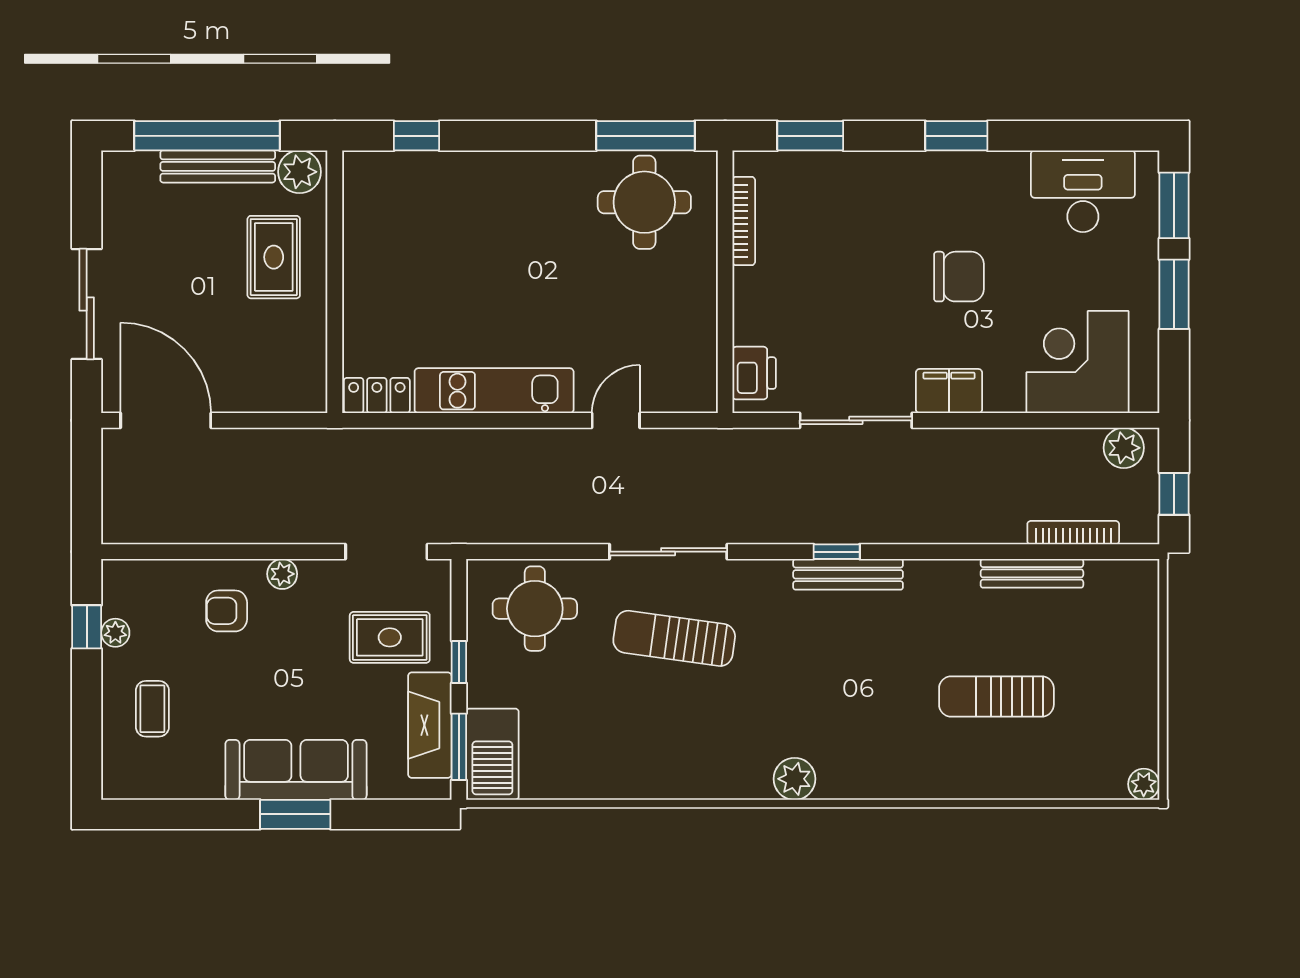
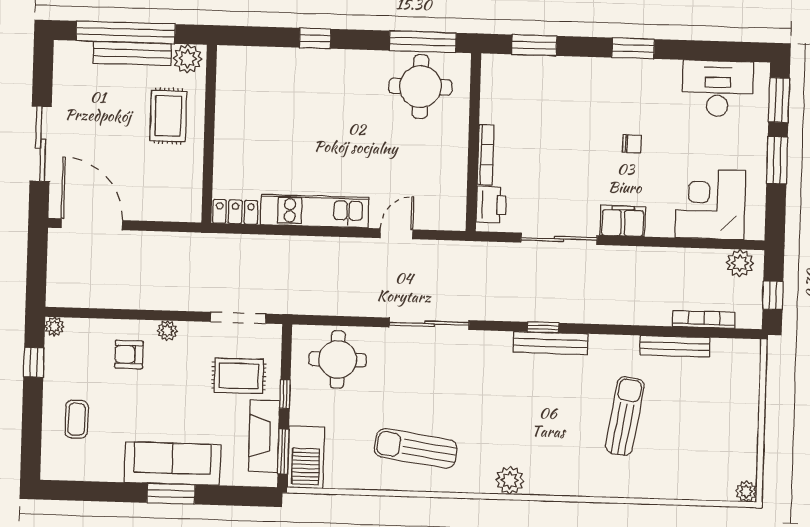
window: (417, 136) -> (315, 38), moved
bookcase: (744, 221) -> (486, 155), moved
chair: (959, 277) -> (632, 144), width x0.54, depth x0.54
plant: (115, 633) -> (54, 327), moved
sun lounger: (674, 638) -> (416, 449), moved
sun lounger: (996, 696) -> (625, 416), moved, turned 99

